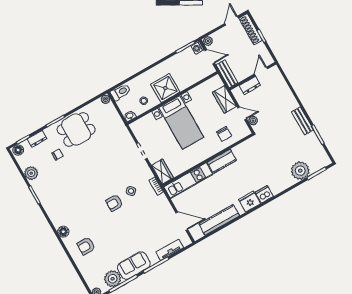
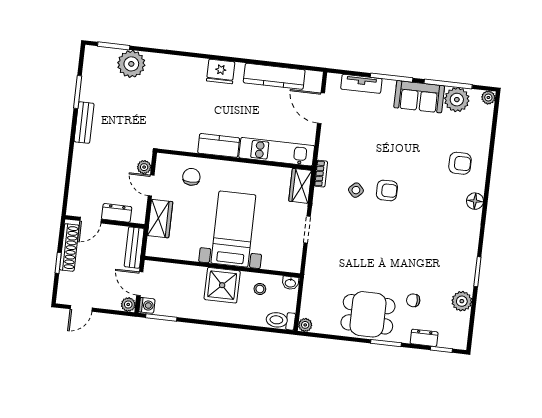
shoe rack: (251, 29) -> (69, 247), moved
floor lamp: (18, 150) -> (457, 341), removed
dishwasher: (264, 194) -> (196, 67), removed

